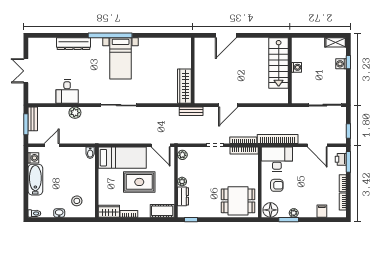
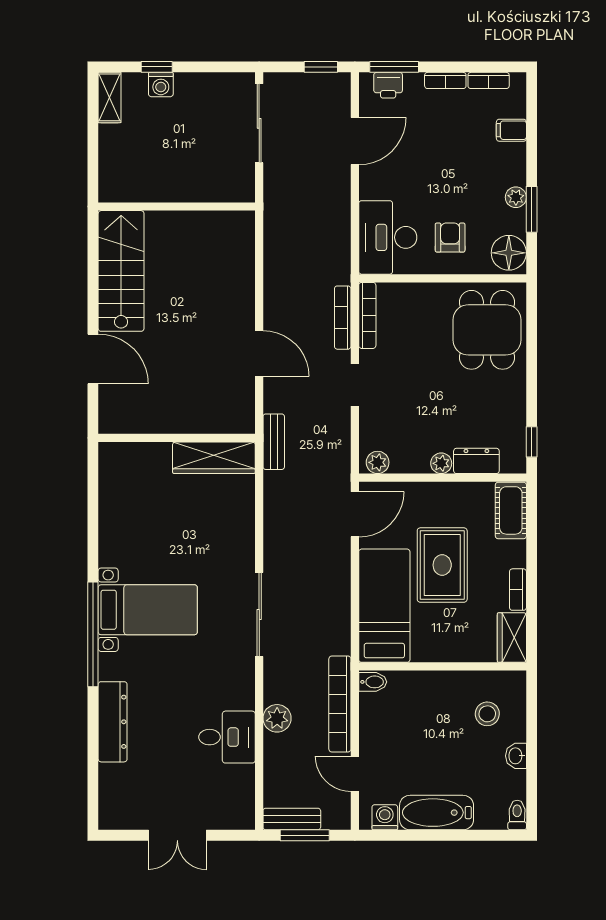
stairs: (279, 63) -> (121, 271), moved, turned -90
washing machine: (296, 67) -> (169, 191), removed
bookcase: (278, 139) -> (340, 704), moved

